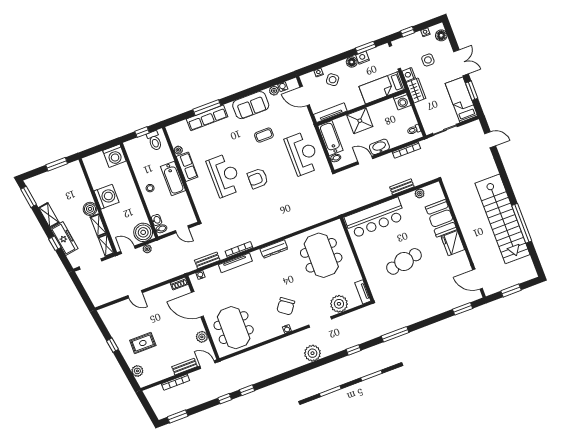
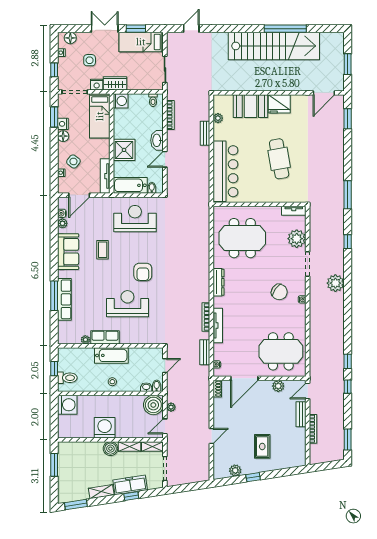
toilet: (154, 141) -> (67, 378), moved
plant: (137, 371) -> (235, 470), moved

